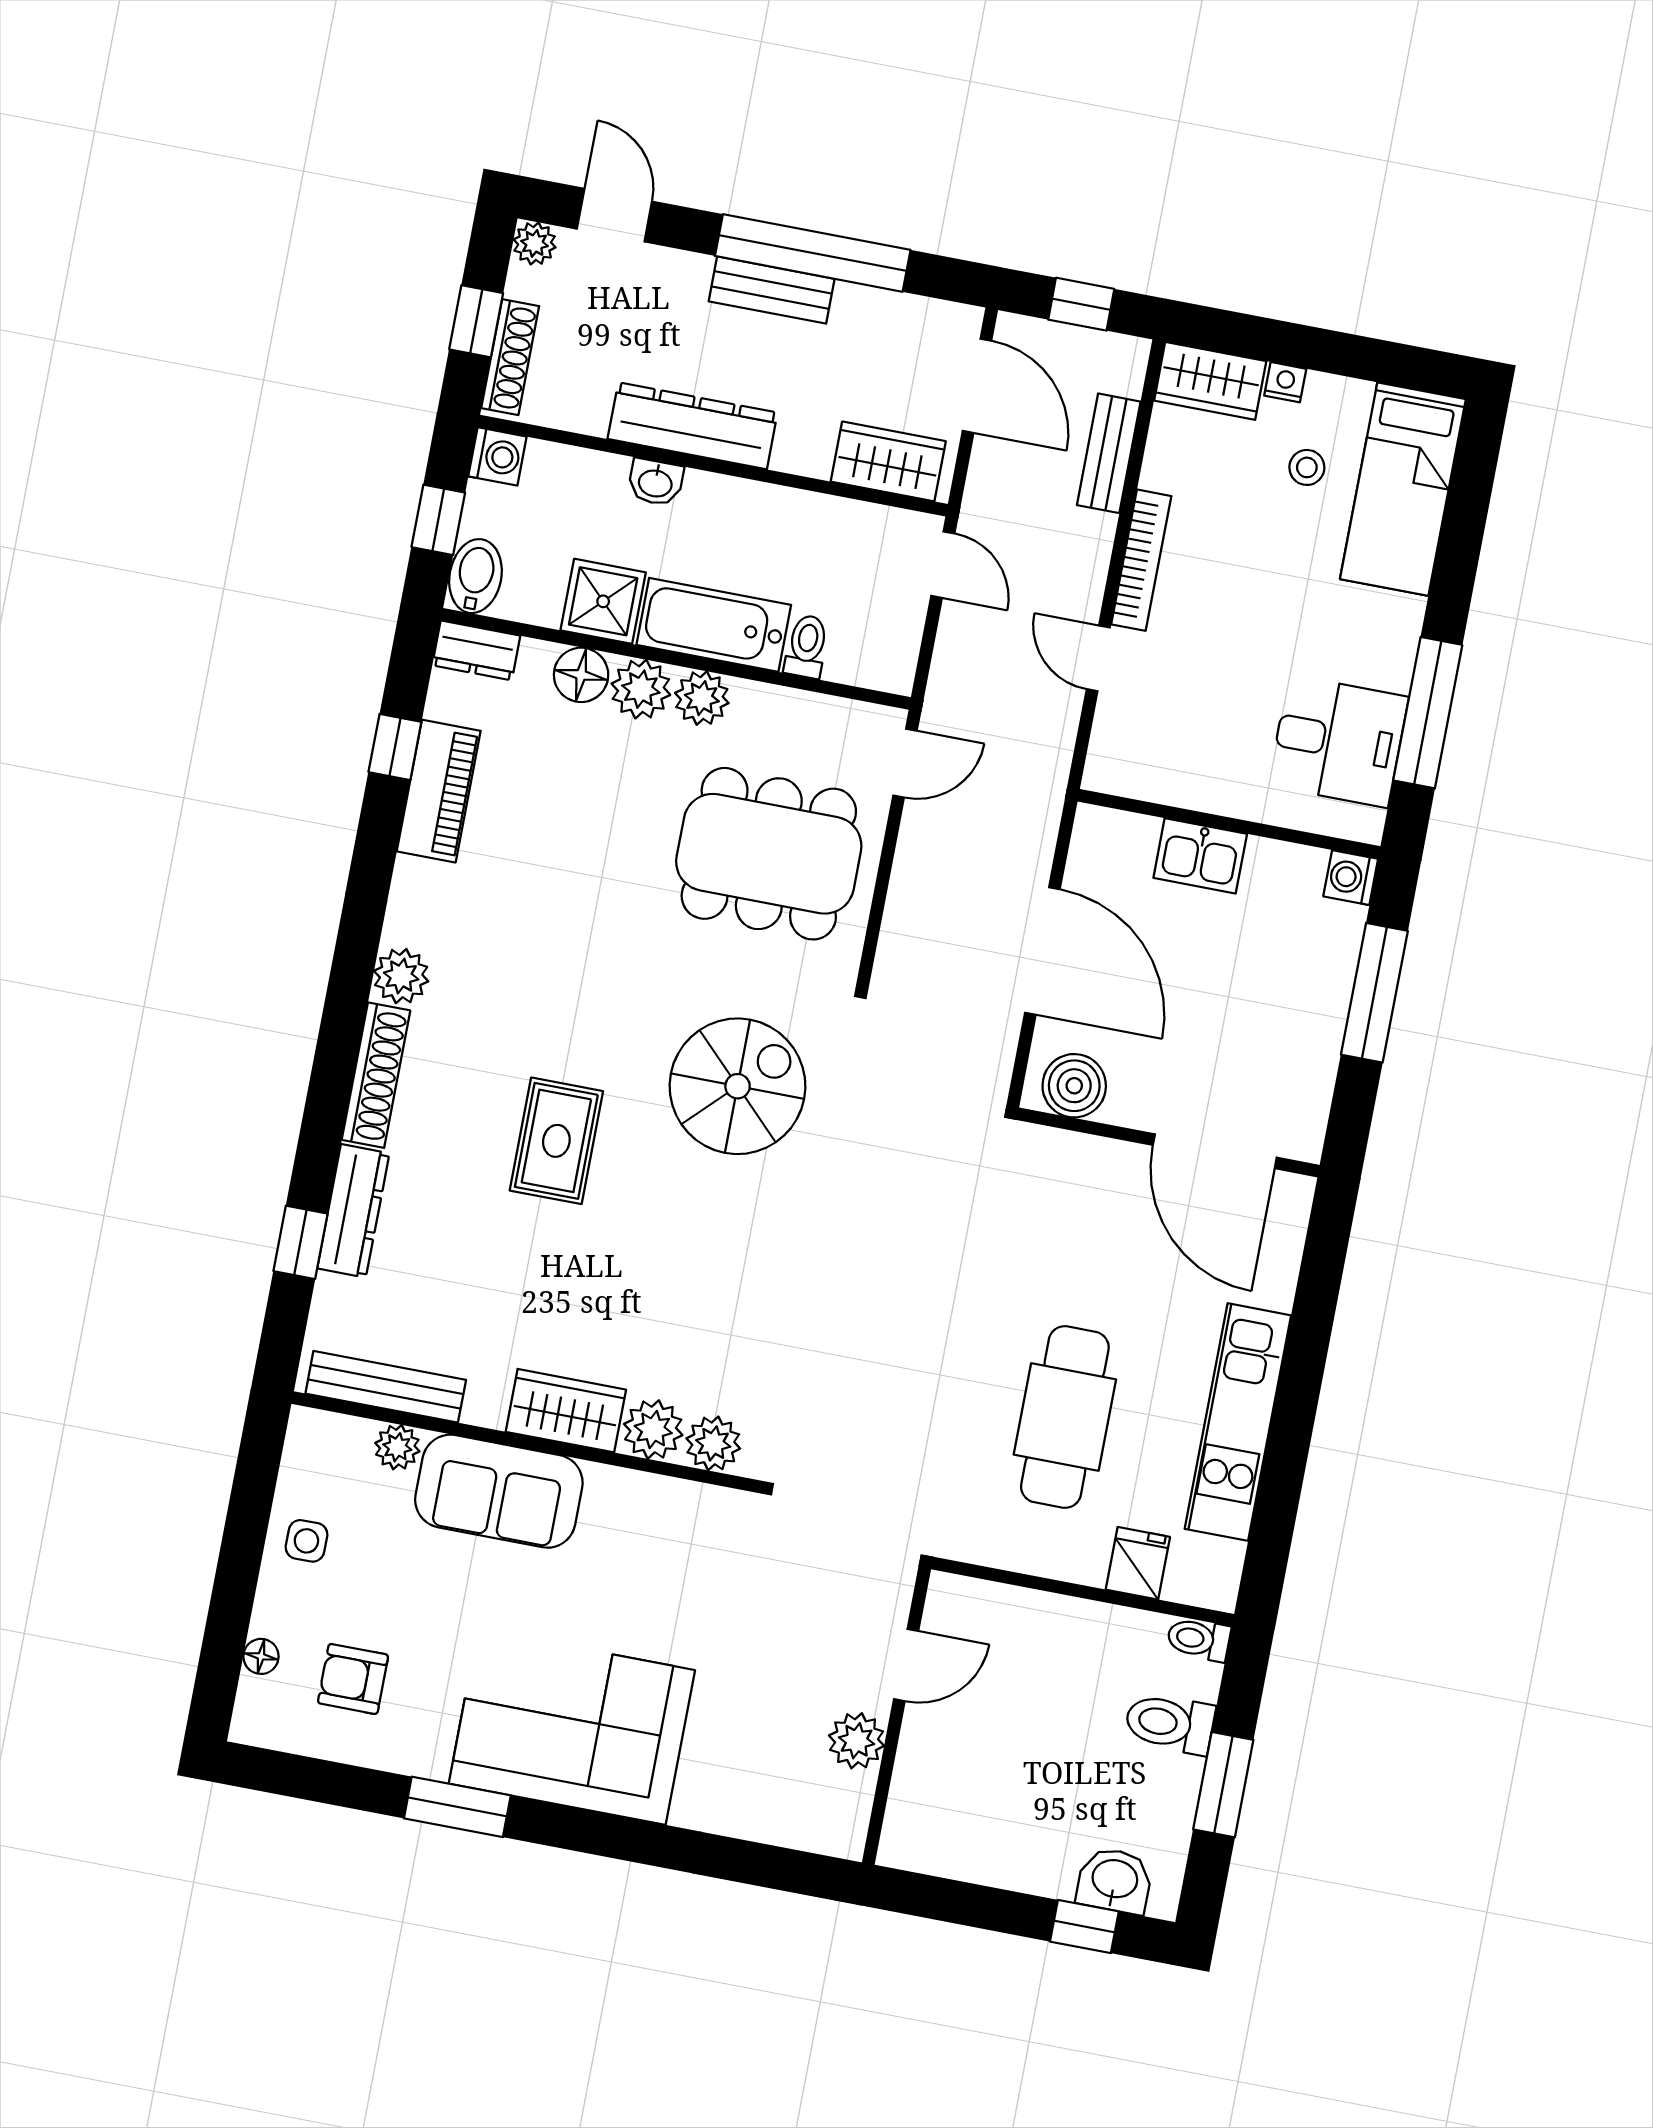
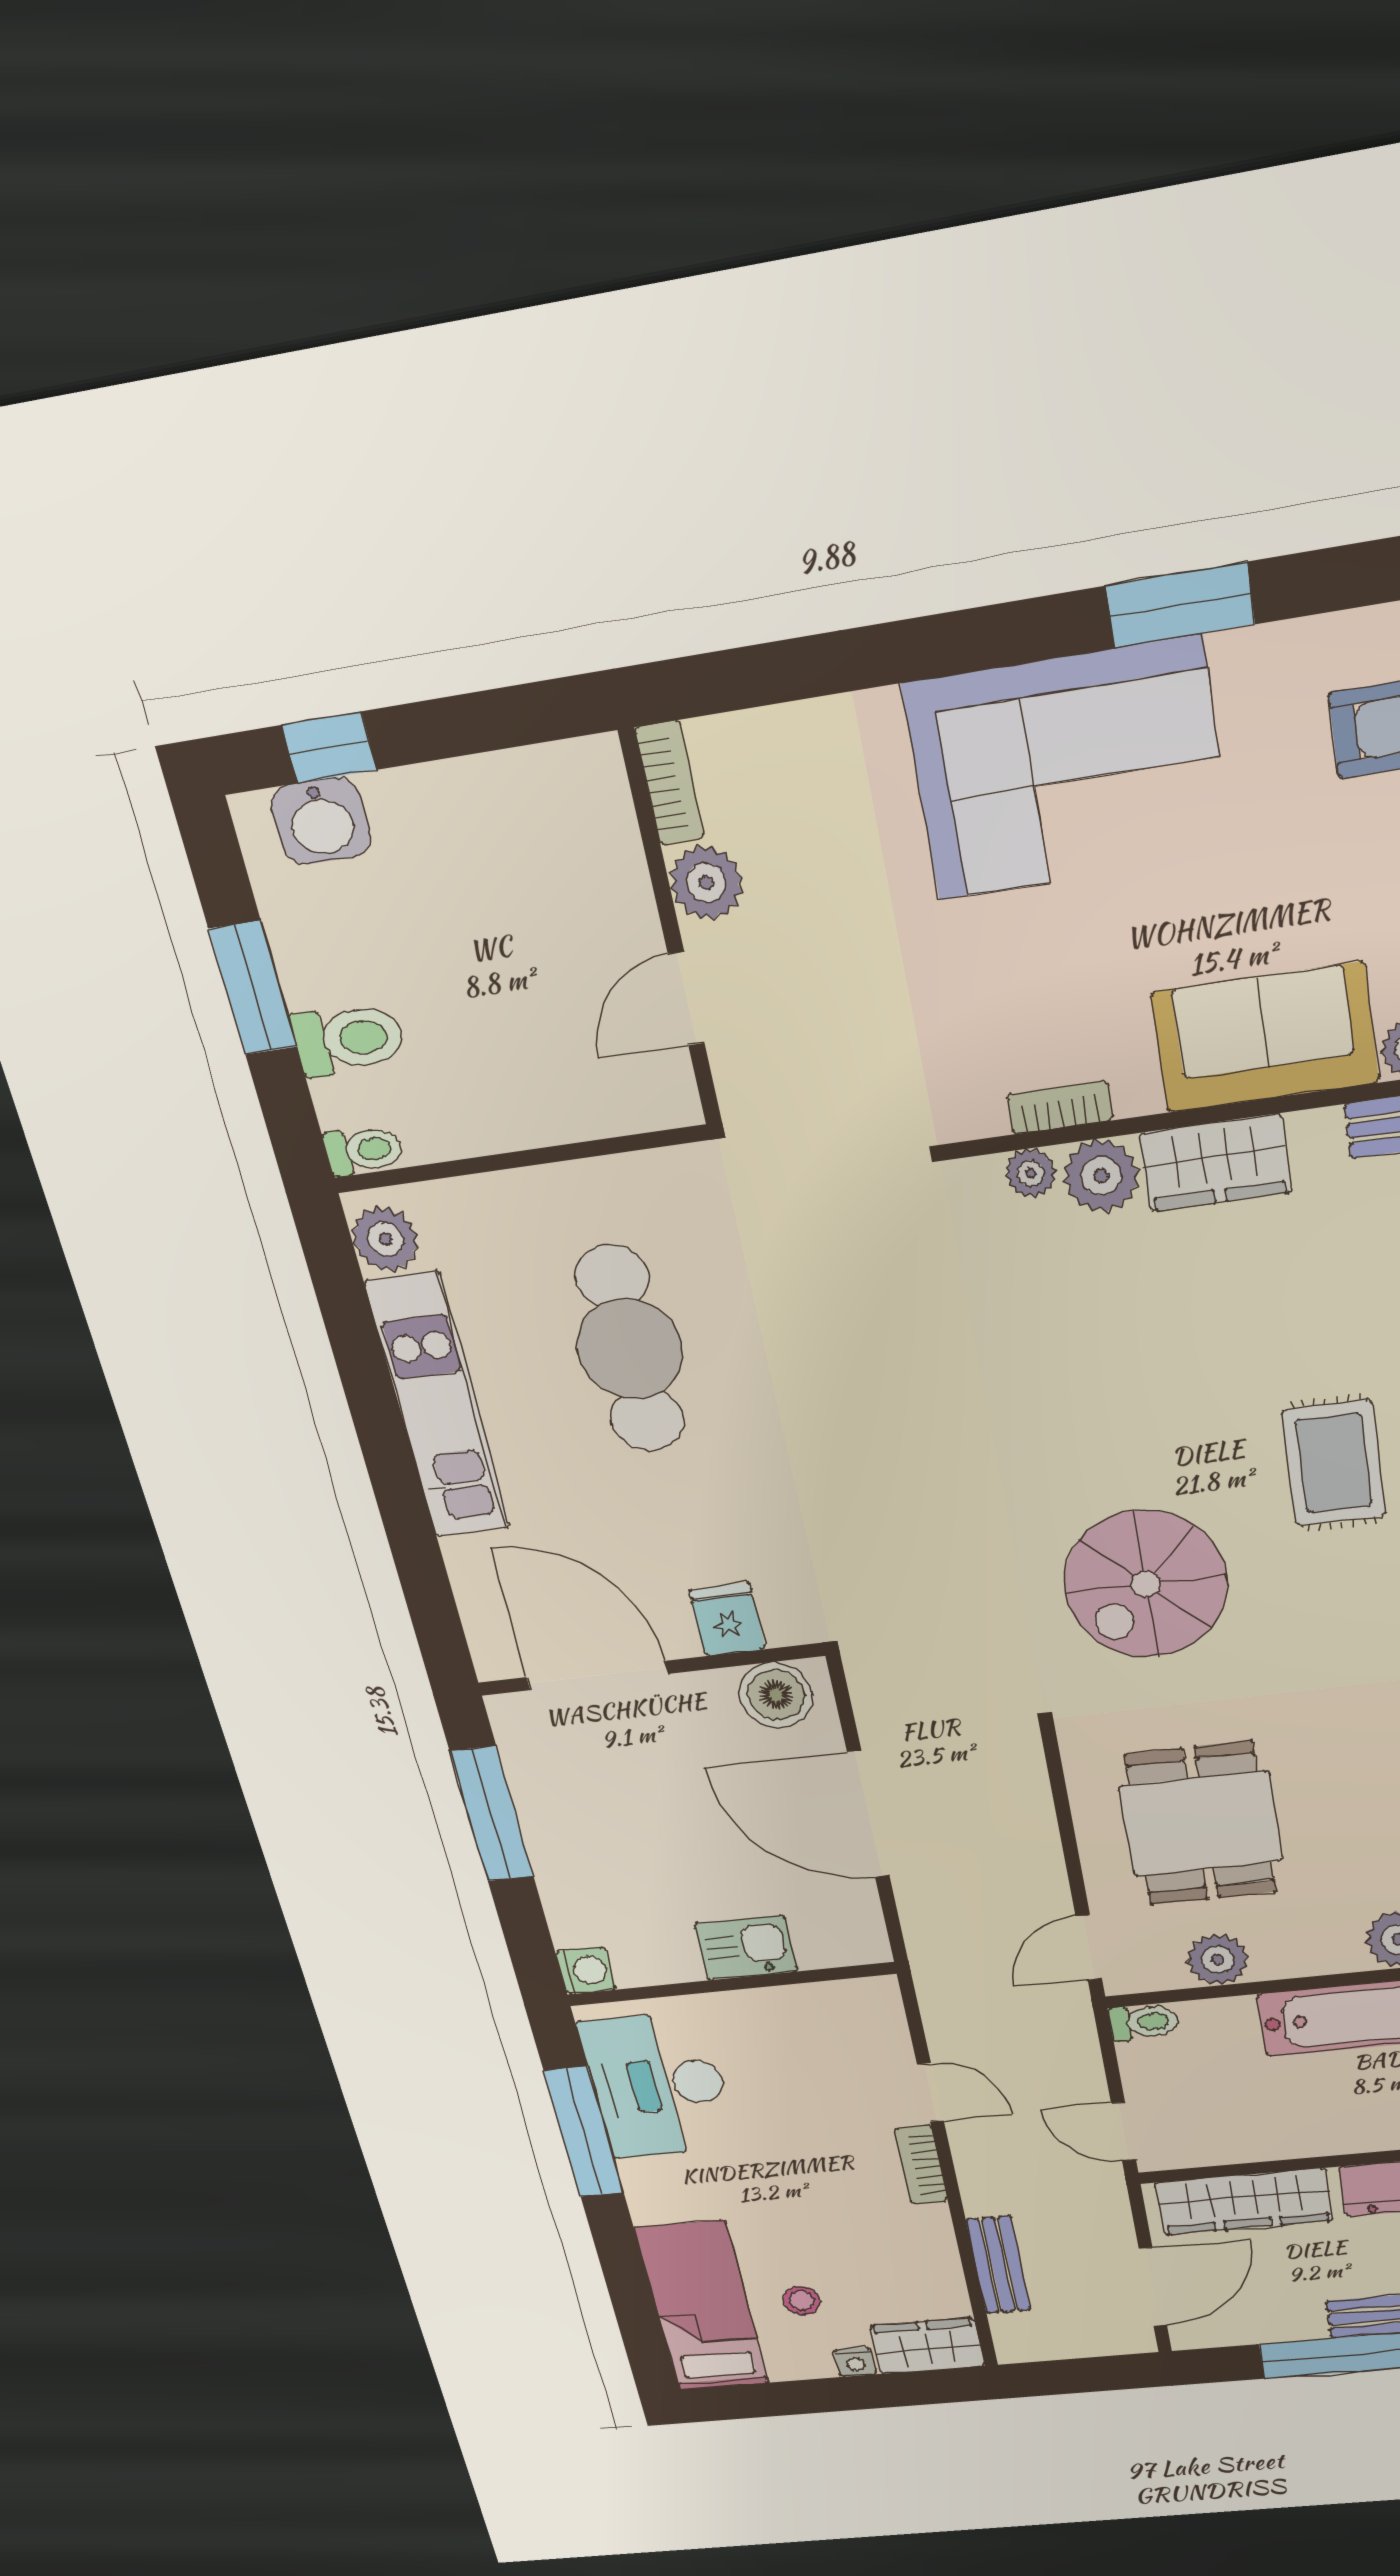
window: (1081, 304) -> (1079, 2376), removed
door: (977, 386) -> (1153, 2287), swing flipped
wardrobe: (888, 461) -> (1244, 2202), width x1.50
bookcase: (1141, 560) -> (921, 2165), width x0.64
toilet: (807, 646) -> (1144, 2022), moved, turned -90
plant: (702, 698) -> (1218, 1960), moved
desk: (1338, 741) -> (658, 2085), width x1.37
dining table: (769, 854) -> (1201, 1824), width x0.73
window: (1374, 993) -> (492, 1814), moved
plant: (713, 1443) -> (1031, 1173), width x0.73, depth x0.73
bookcase: (665, 1491) -> (1060, 1108), added
fridge: (1138, 1563) -> (727, 1620), moved, turned 180
plant: (1215, 1567) -> (385, 1239), added
bookcase: (853, 1817) -> (670, 783), added

